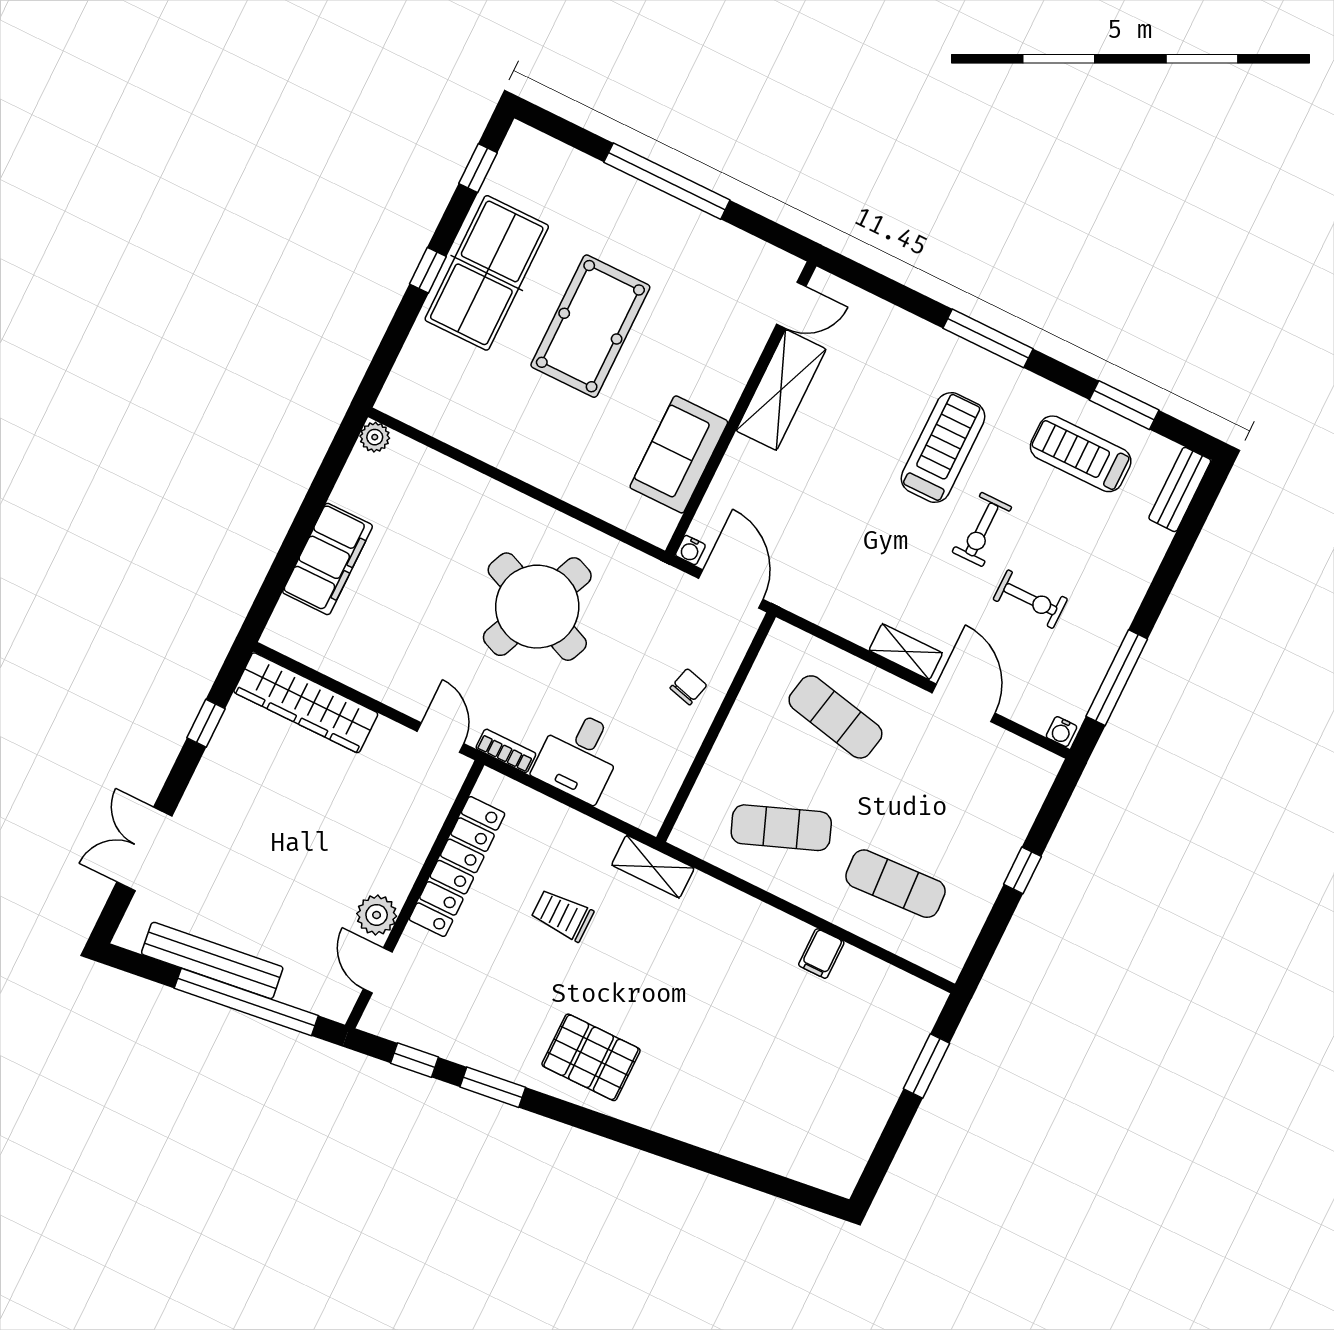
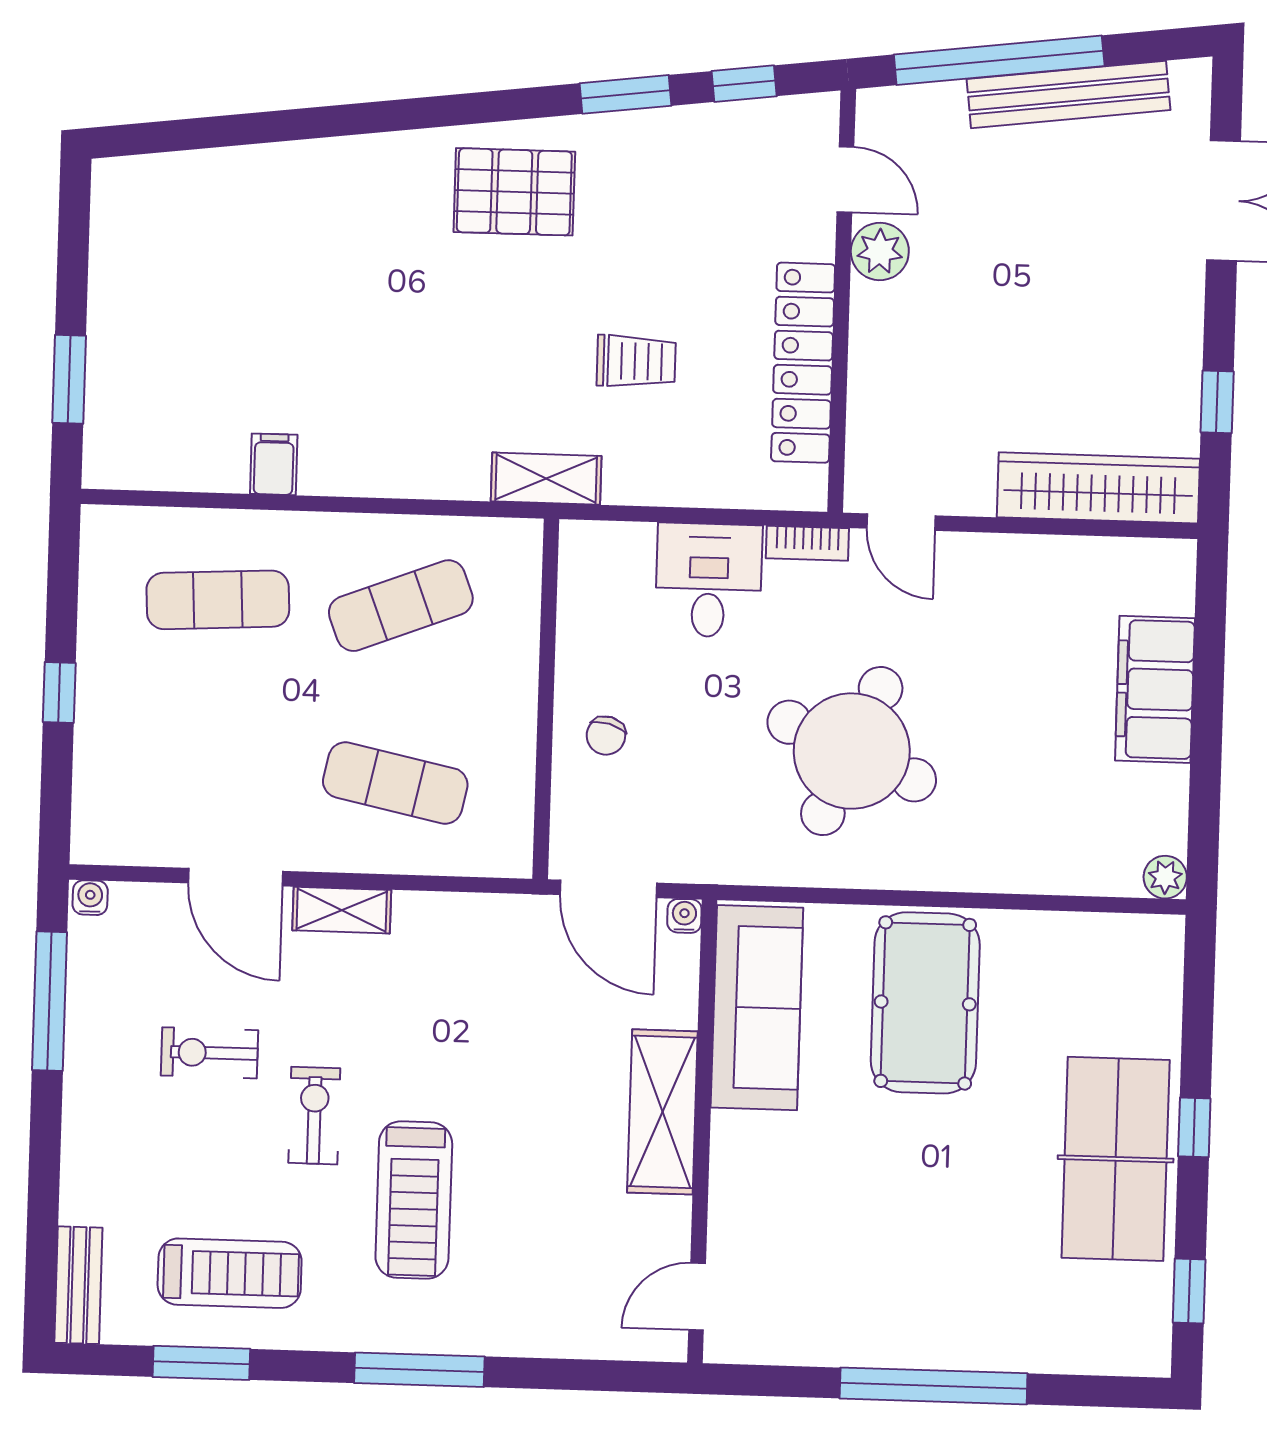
pool table: (590, 326) -> (925, 1003), moved
shelving: (781, 390) -> (662, 1112), moved
sofa: (679, 454) -> (757, 1008), width x1.36

